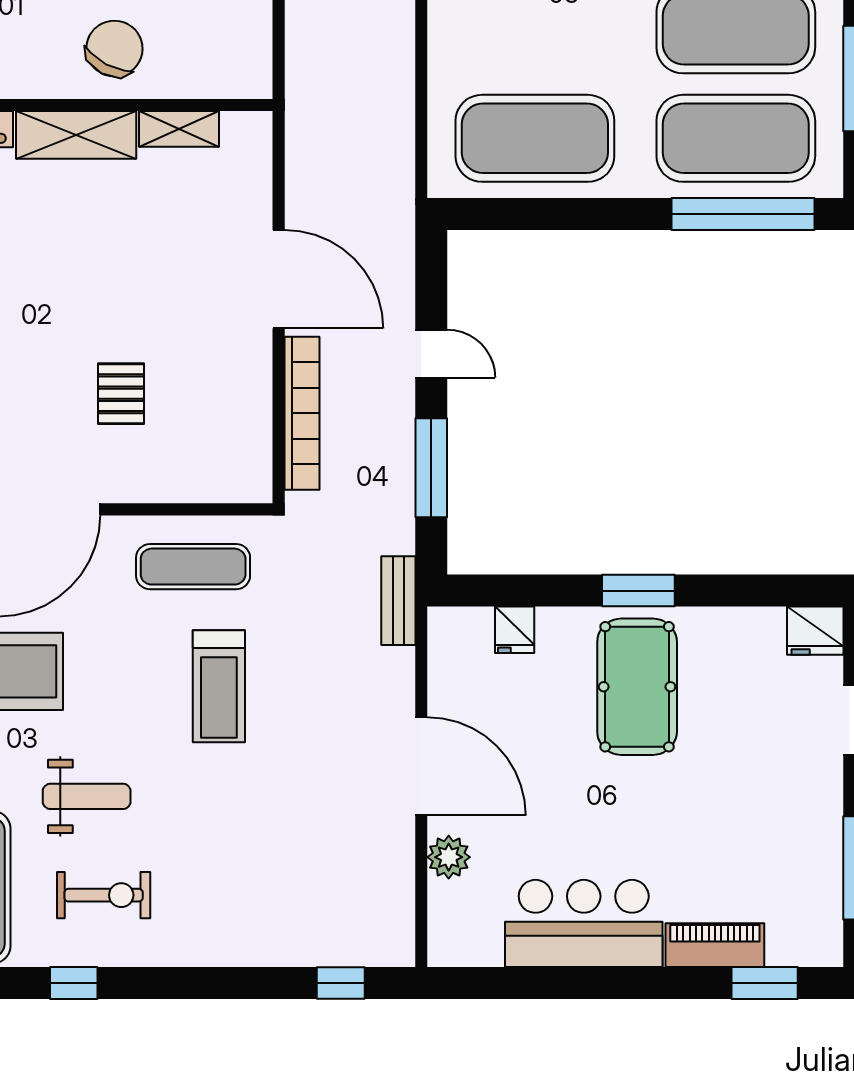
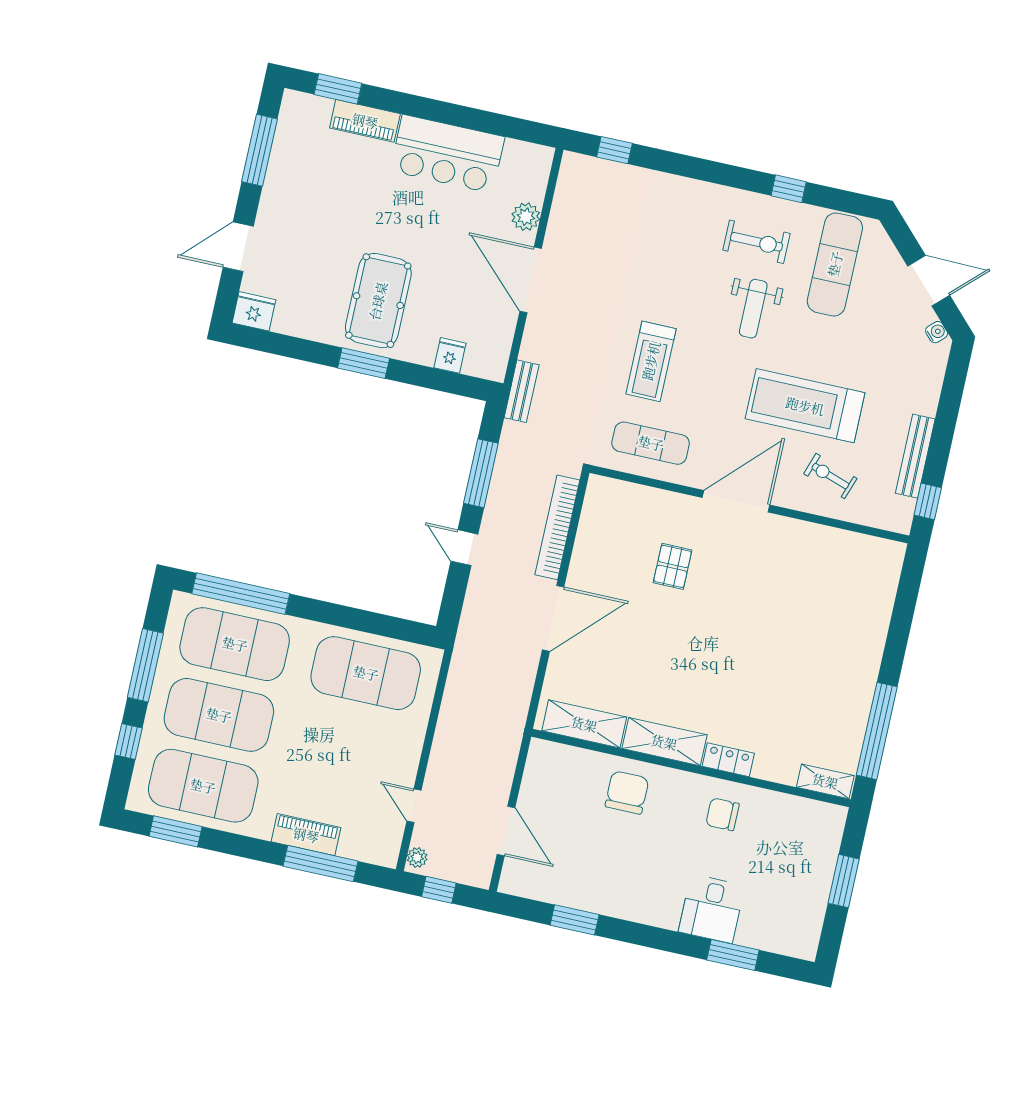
chair: (114, 49) -> (627, 792), turned 152
shelving: (179, 129) -> (584, 724), width x1.50, depth x1.33
door: (279, 279) -> (553, 618), swing flipped
treadmill: (219, 686) -> (651, 361), turned 180
weight bench: (87, 796) -> (753, 309), turned -90
exercise bike: (104, 895) -> (756, 242), turned 180

